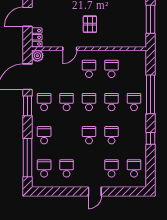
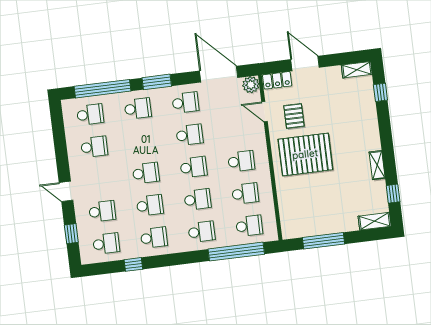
pallet: (90, 24) -> (305, 154), width x2.05, depth x2.00
pallet: (63, 29) -> (294, 116), added
door: (70, 49) -> (265, 112), moved
school desk: (134, 69) -> (249, 226), added
window: (151, 94) -> (236, 252), moved
window: (27, 106) -> (157, 82), moved
school desk: (134, 135) -> (154, 238), added
window: (151, 138) -> (133, 264), moved
window: (124, 191) -> (71, 234), added

